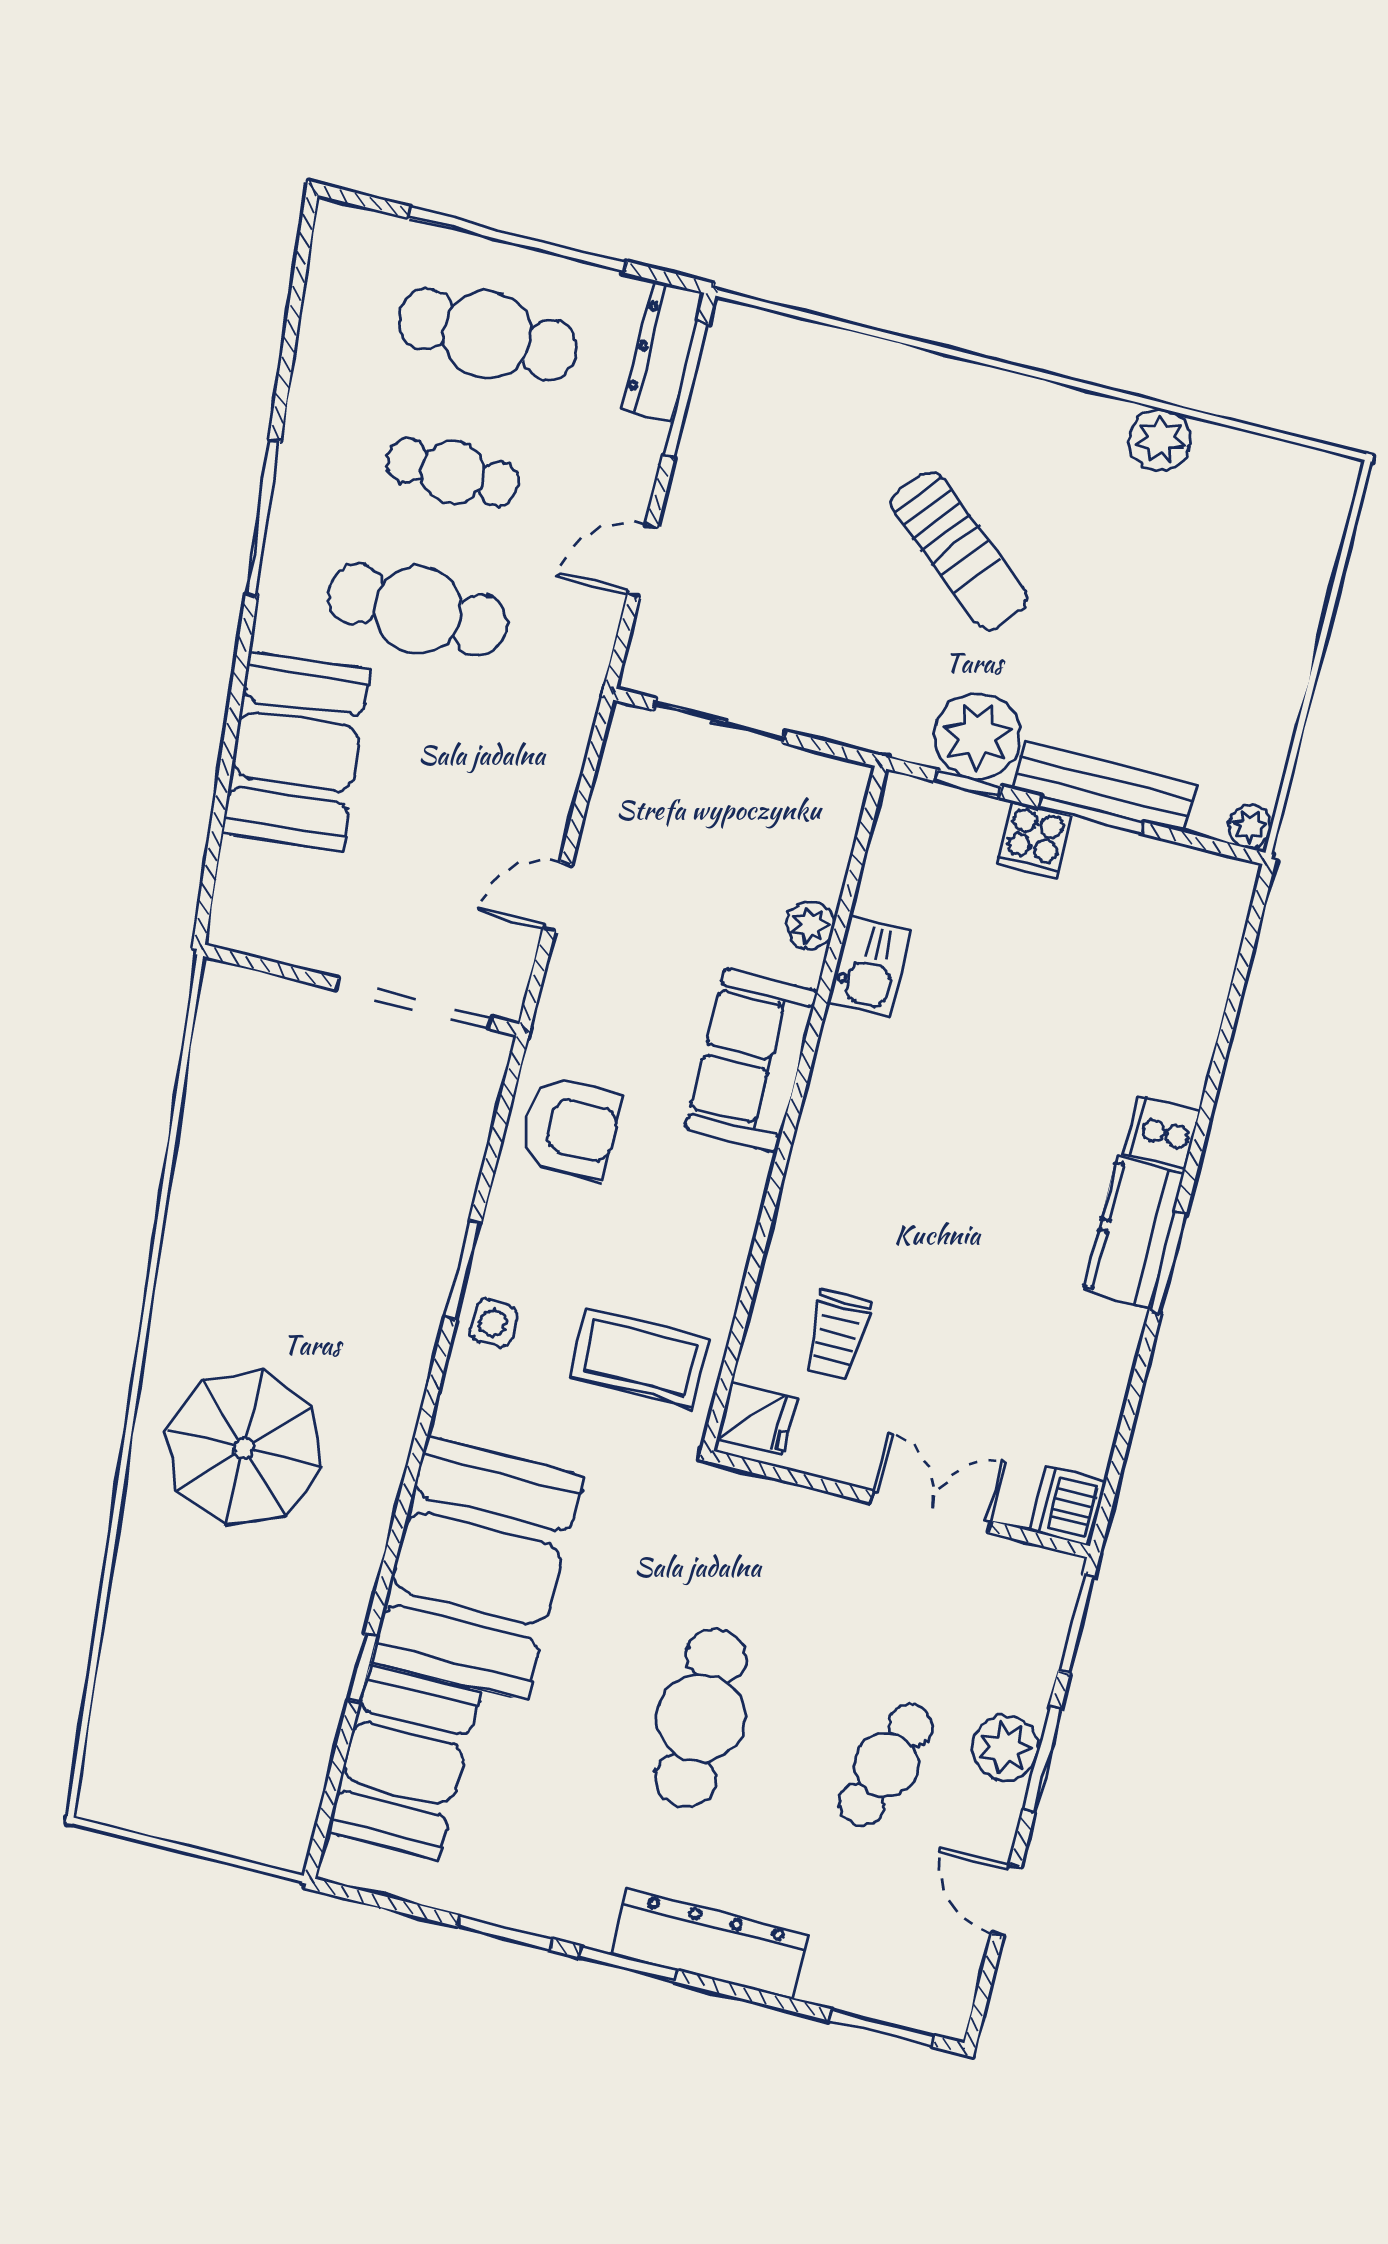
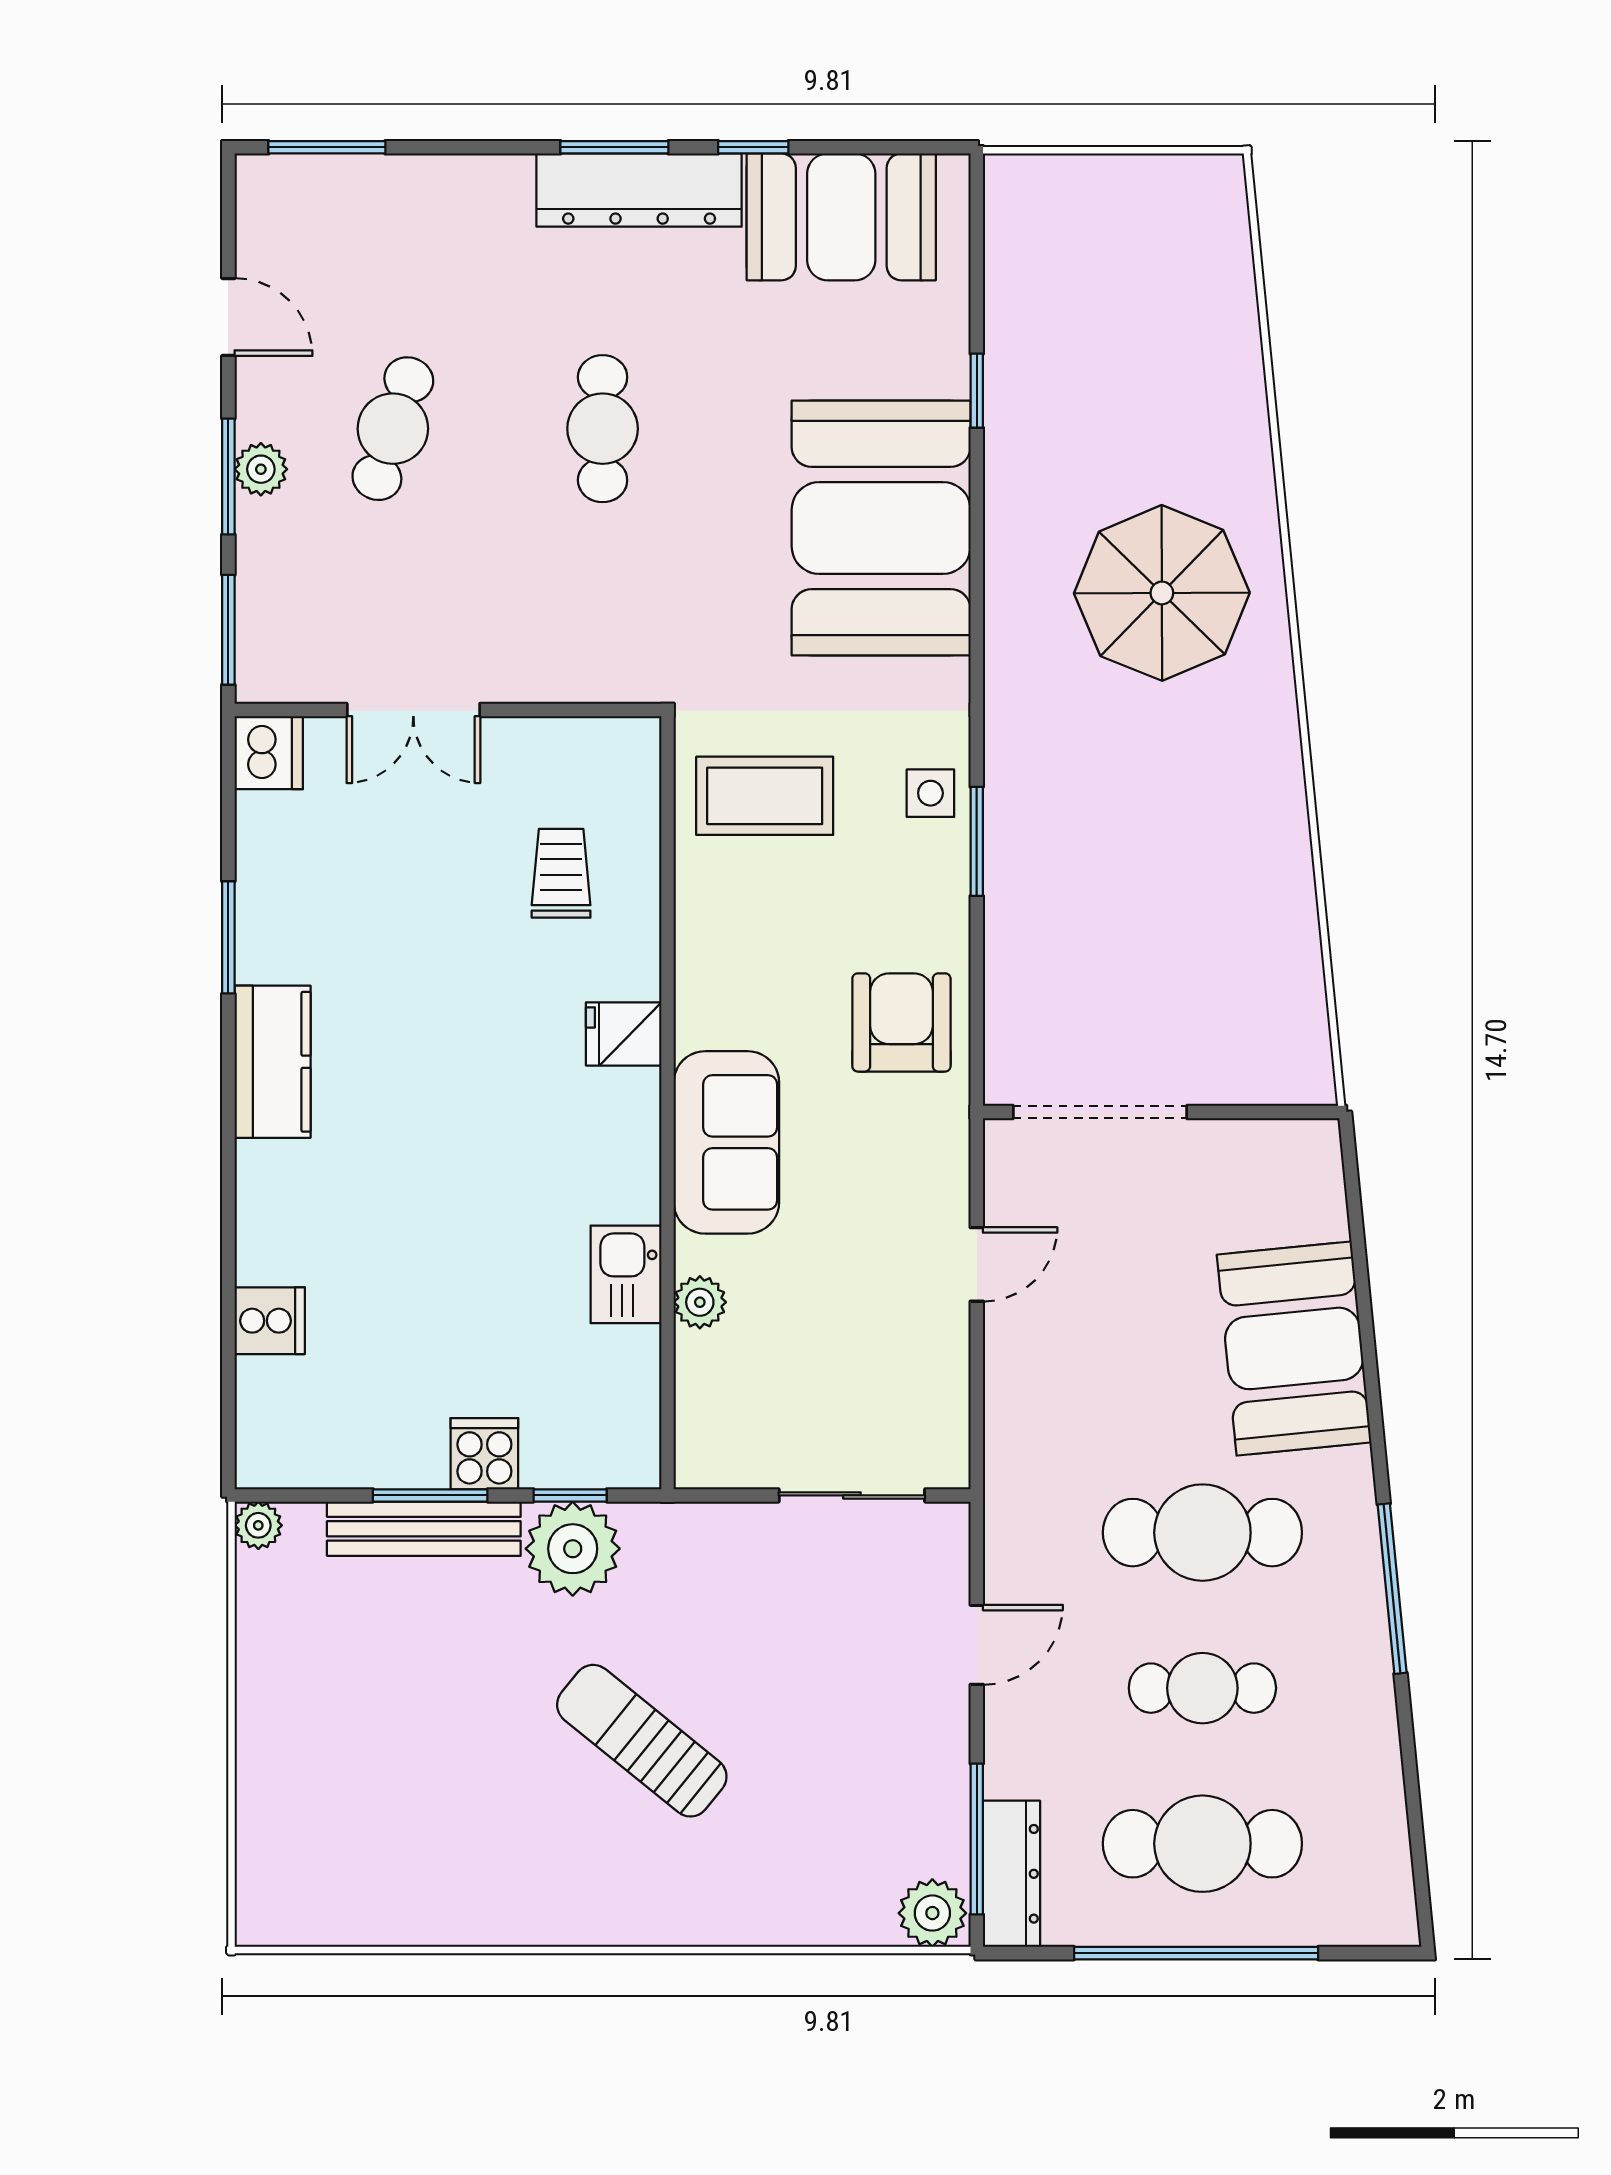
plant: (1160, 440) -> (932, 1913), moved
armchair: (570, 1127) -> (901, 1022), turned 90
cooker: (1162, 1133) -> (270, 1321), moved
window: (1168, 1263) -> (228, 937), moved
fridge: (757, 1419) -> (624, 1034), moved
cafe table: (701, 1718) -> (603, 429), width x0.73, depth x0.74
plant: (1005, 1748) -> (261, 469), width x0.73, depth x0.73
booth: (404, 1763) -> (841, 217), moved, turned 90
window: (505, 1933) -> (753, 147), width x0.67
dresser: (709, 1944) -> (639, 190), moved

